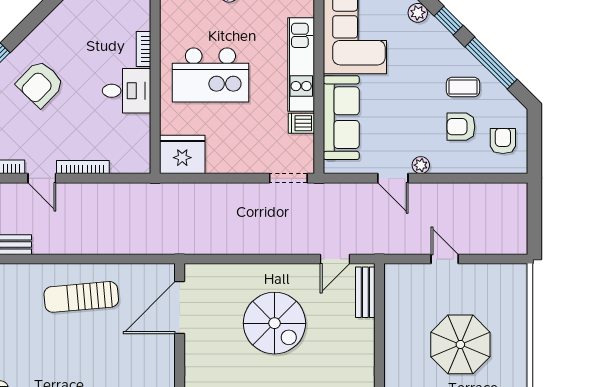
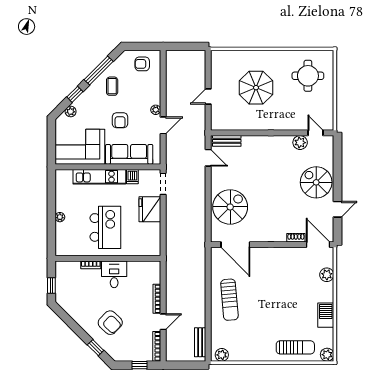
armchair: (461, 127) -> (120, 120), moved
fridge: (182, 154) -> (150, 209), moved
spiral stairs: (274, 323) -> (230, 207), moved

